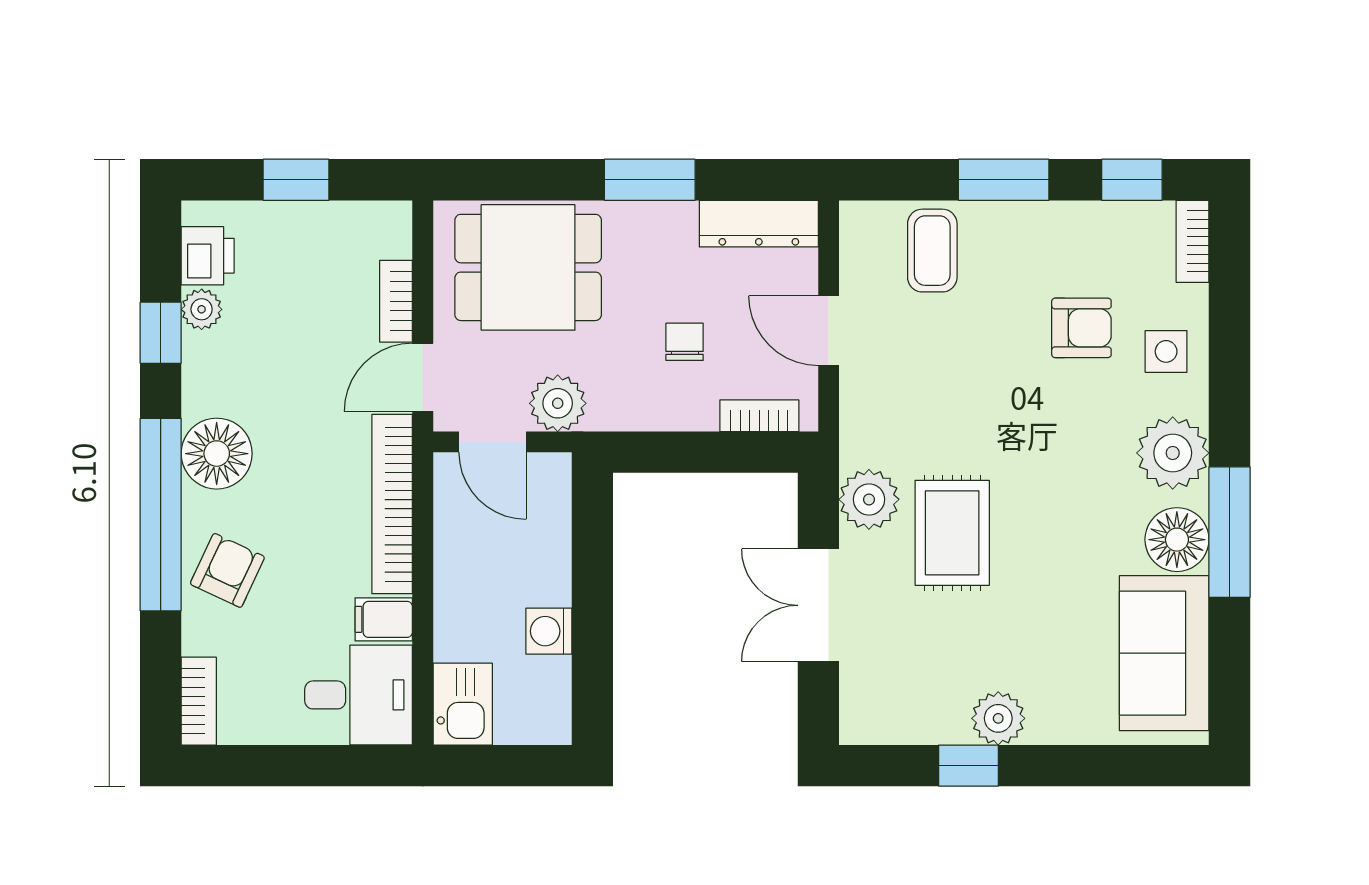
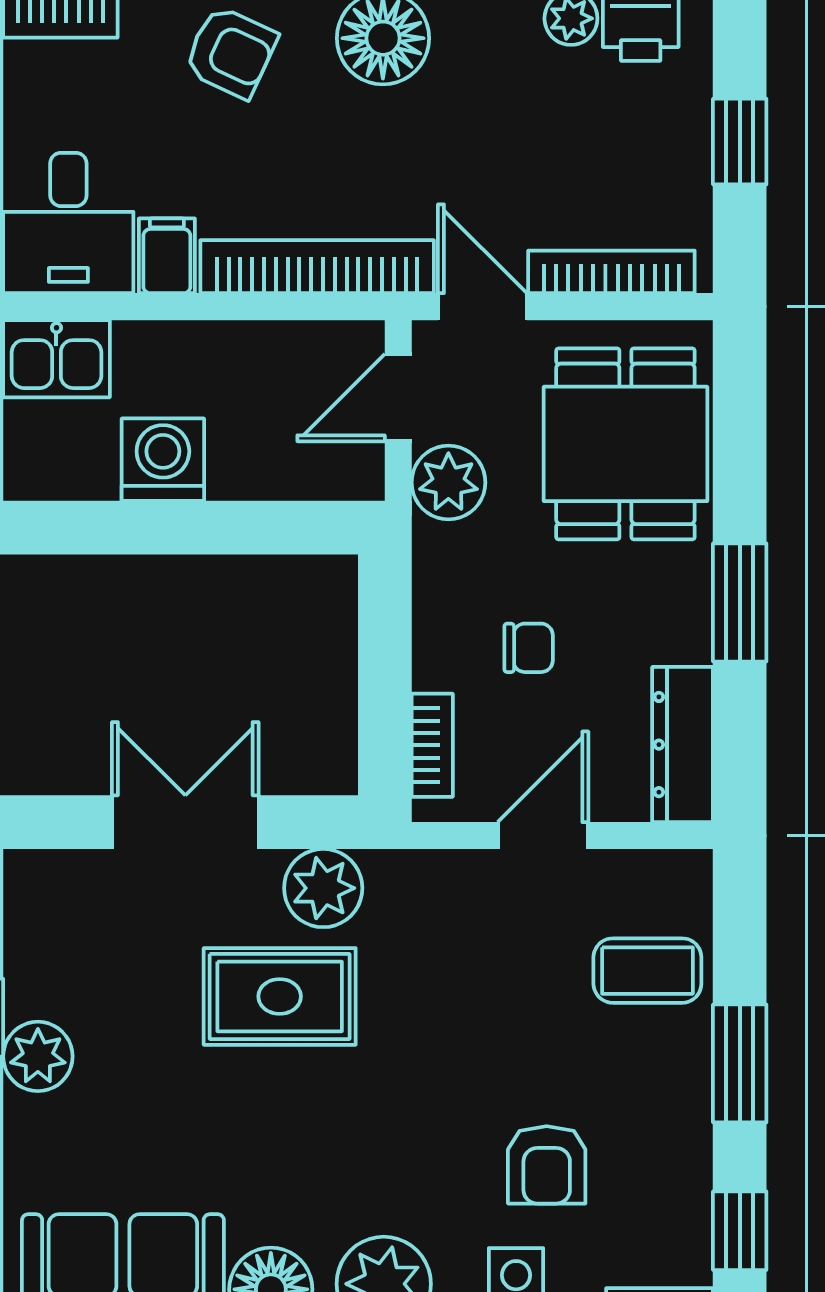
bookcase: (396, 301) -> (611, 272), width x1.56
washing machine: (549, 631) -> (163, 460), width x1.38, depth x1.38

